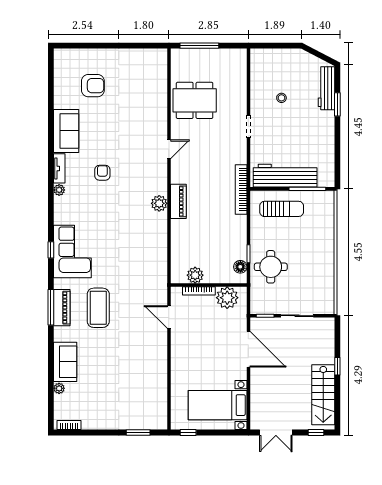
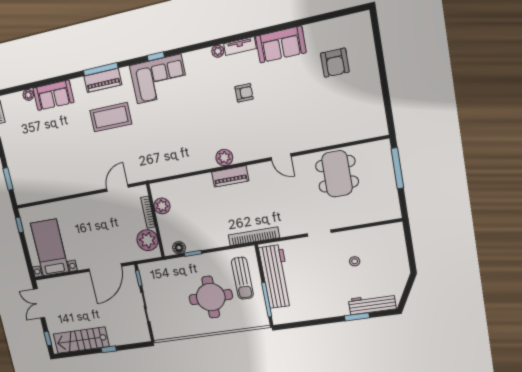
round table: (271, 267) -> (211, 297), moved, width x1.36, depth x1.36

